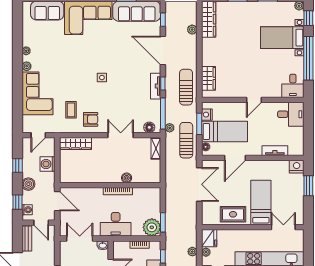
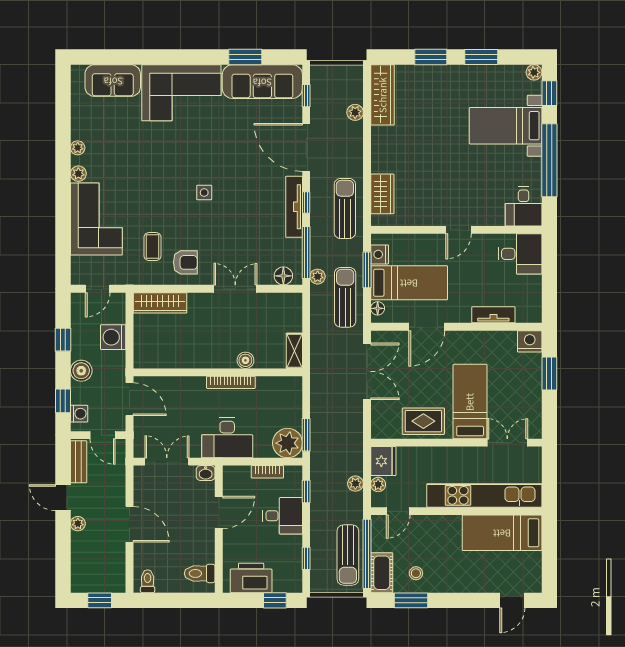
tv unit: (156, 86) -> (294, 207), width x1.41
shelving: (156, 149) -> (294, 351), moved

